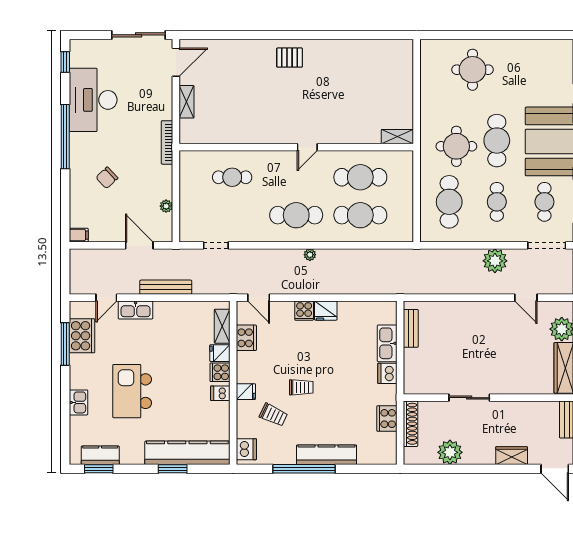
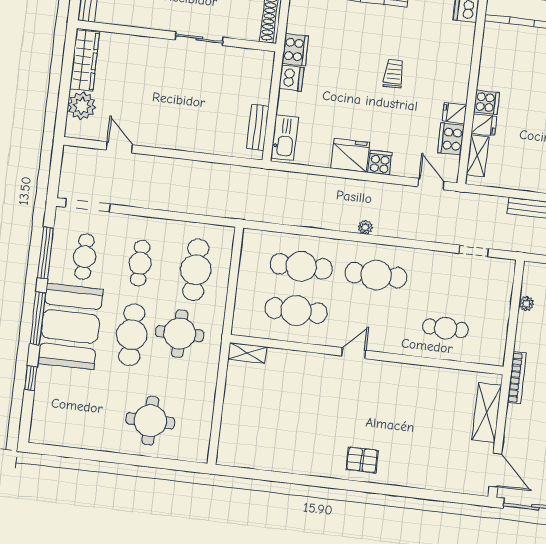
door: (176, 62) -> (495, 470), swing flipped
shelving: (186, 102) -> (487, 412), width x1.50, depth x1.33
plant: (495, 261) -> (150, 195), removed
fridge: (326, 311) -> (350, 155), width x1.36, depth x1.34
kitchen sink: (387, 343) -> (285, 138), moved
trolley: (301, 387) -> (394, 74), turned 90
fridge: (246, 392) -> (454, 113), moved
dishwasher: (220, 393) -> (489, 78), removed
trolley: (273, 415) -> (430, 45), removed
cooker: (387, 419) -> (295, 50), moved

